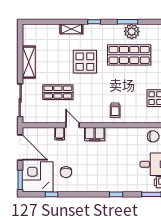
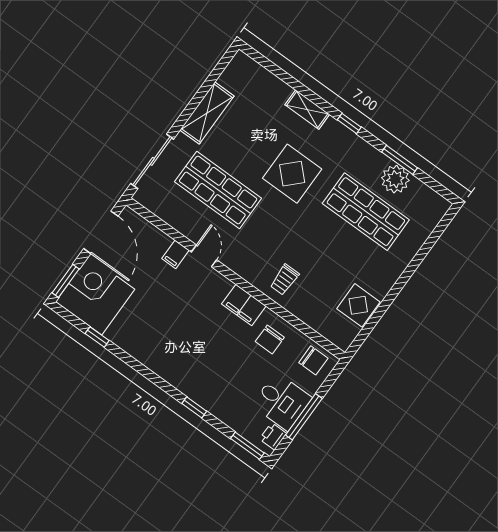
shop shelf: (58, 92) -> (218, 190), width x1.43, depth x1.36
filing cabinet: (95, 134) -> (244, 305), moved
chair: (66, 172) -> (270, 339), moved

